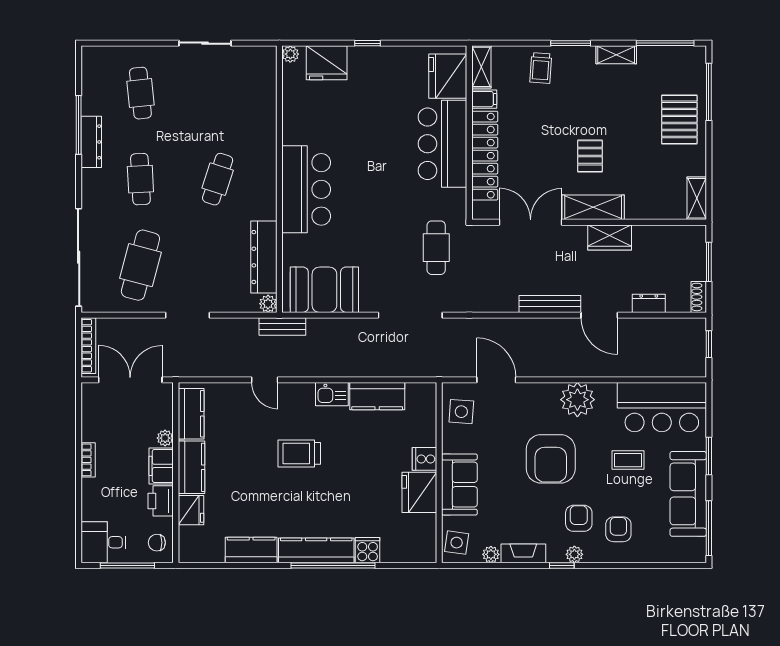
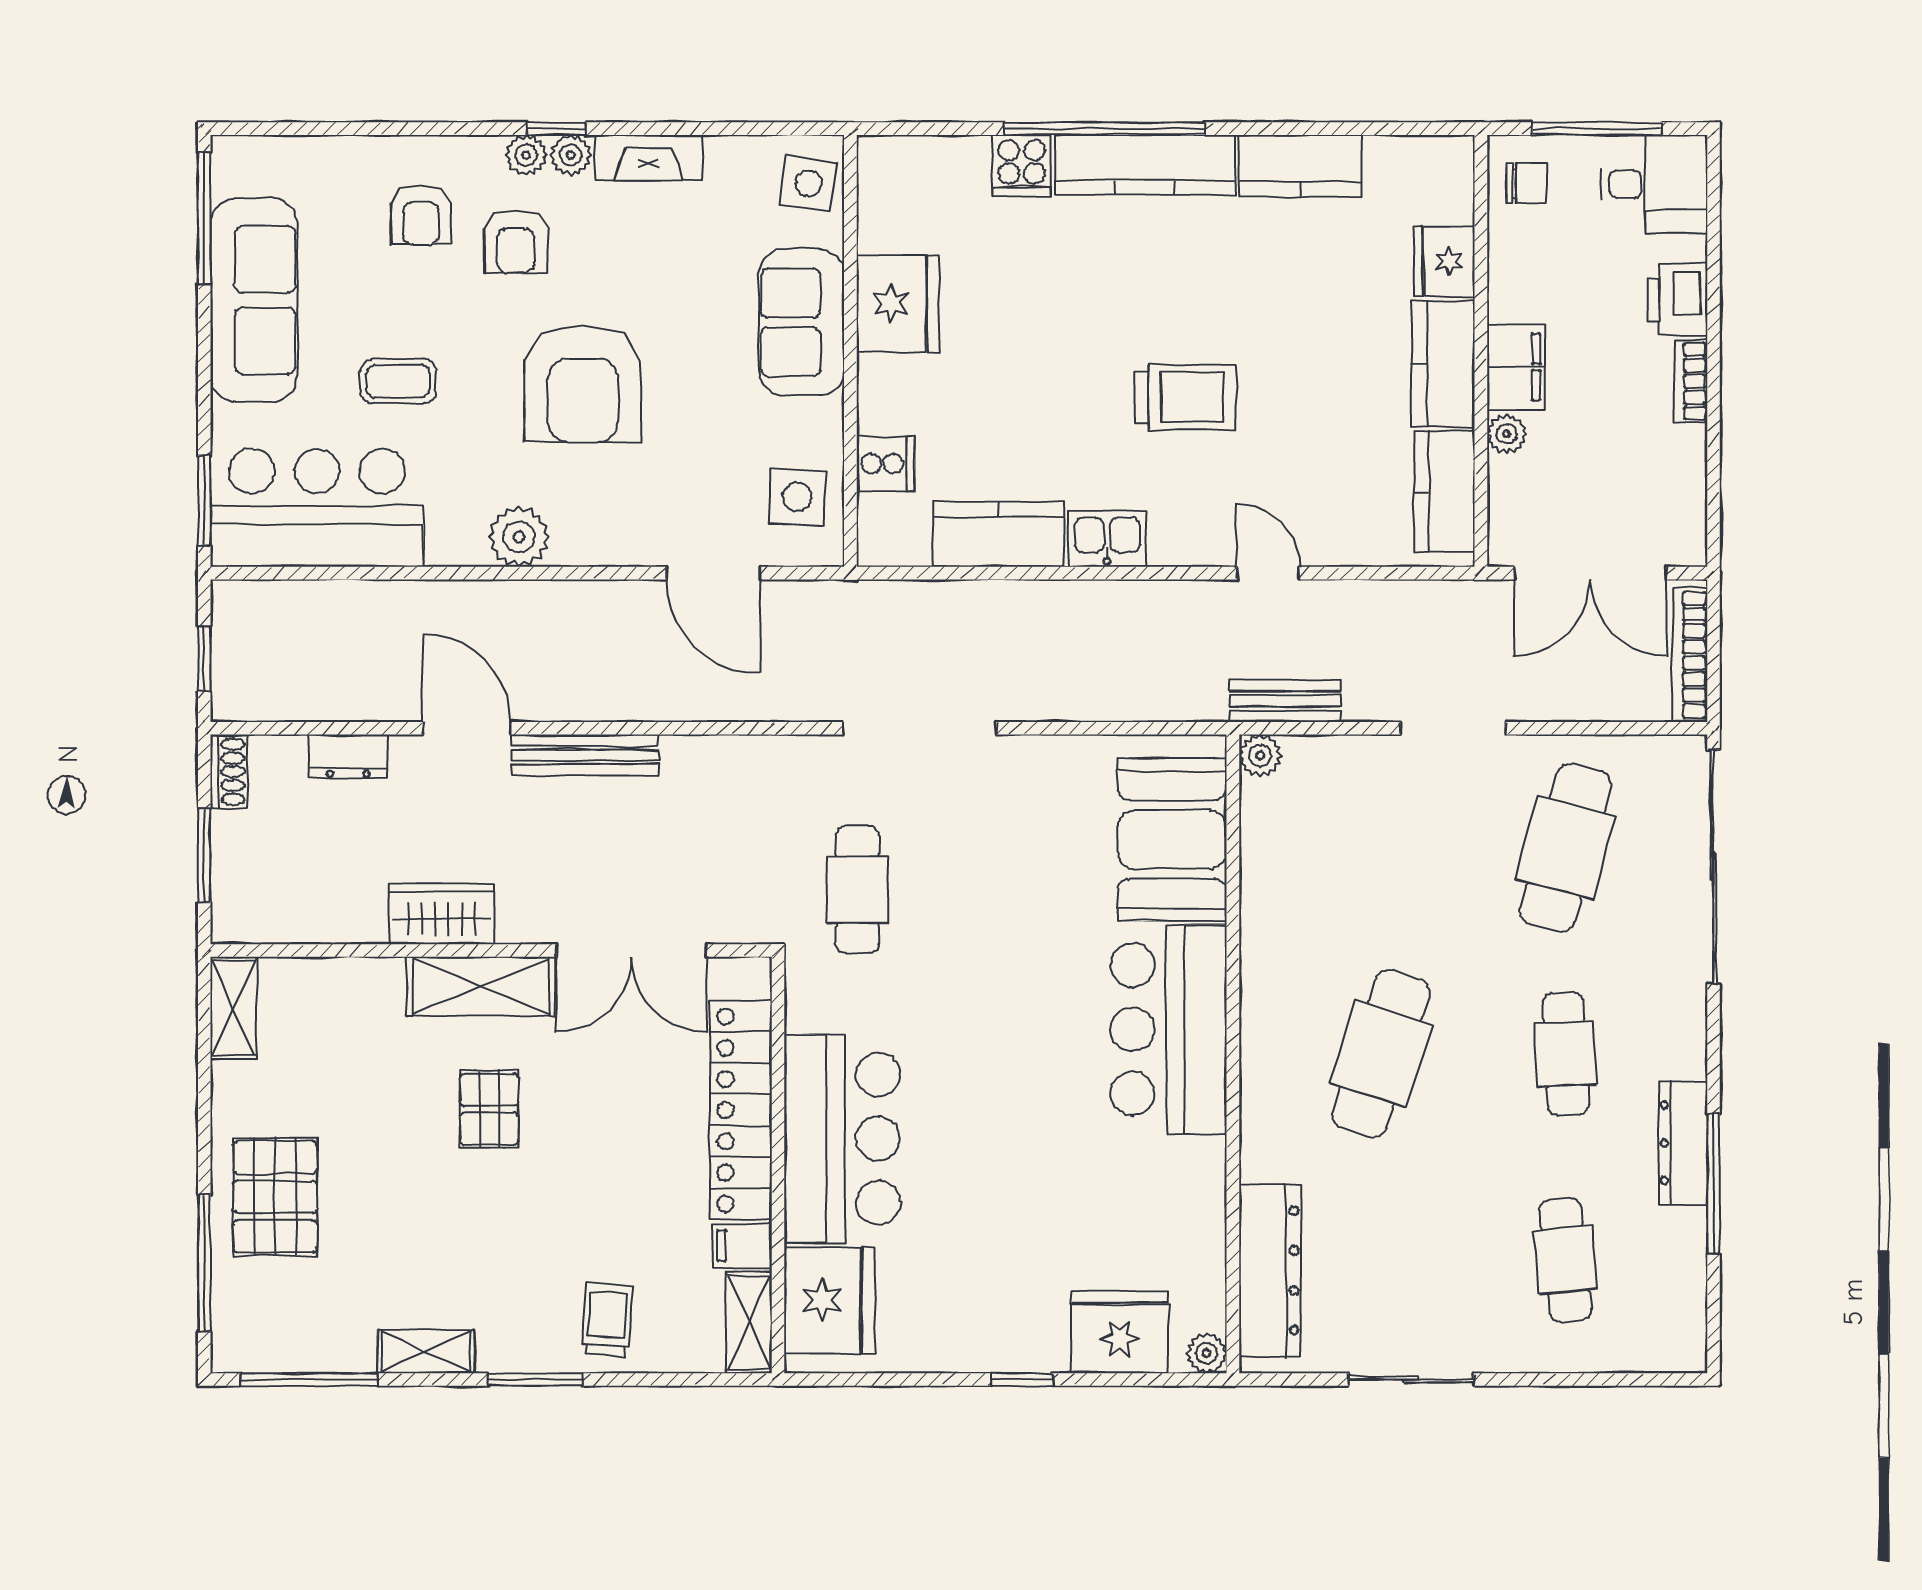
cafe table: (218, 179) -> (1381, 1054), width x1.37, depth x1.35
dresser: (264, 257) -> (1270, 1271), moved
booth: (324, 290) -> (1172, 839), moved, turned 90
bench: (282, 327) -> (1285, 701), moved
plant: (577, 400) -> (519, 537), width x0.73, depth x0.73
window: (709, 456) -> (204, 501), moved
cooker: (424, 459) -> (886, 464), moved
armchair: (551, 459) -> (583, 384), turned 180
printer: (161, 501) -> (1677, 300), moved, turned 180
plant: (491, 554) -> (571, 155), moved

